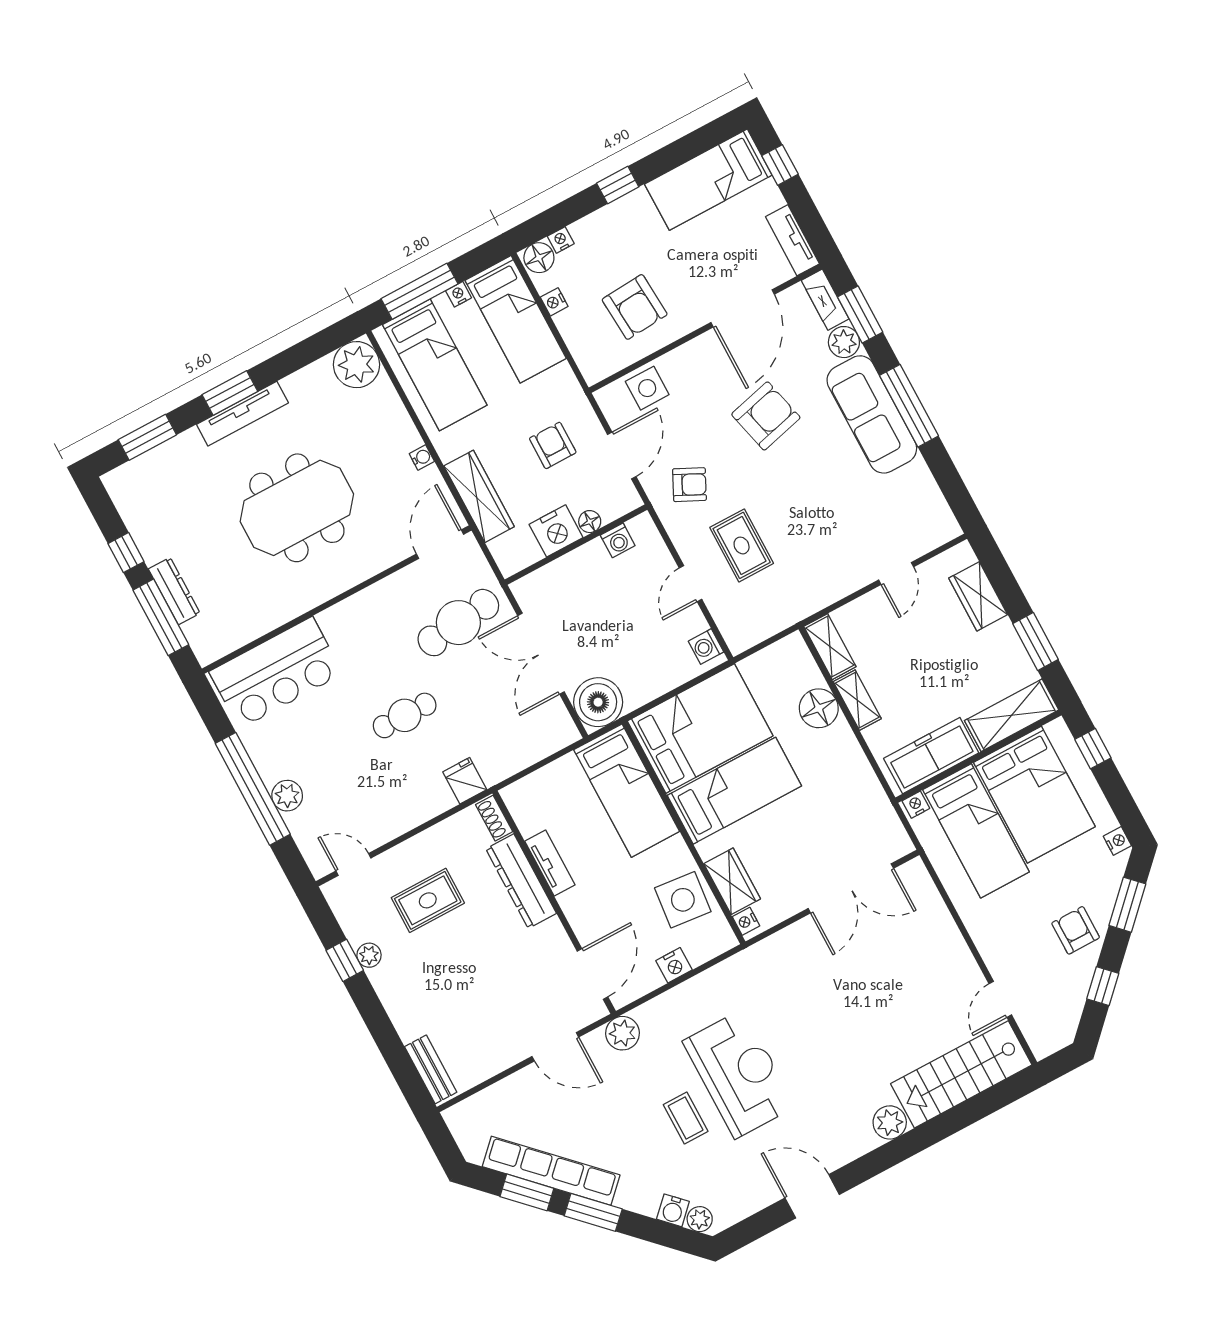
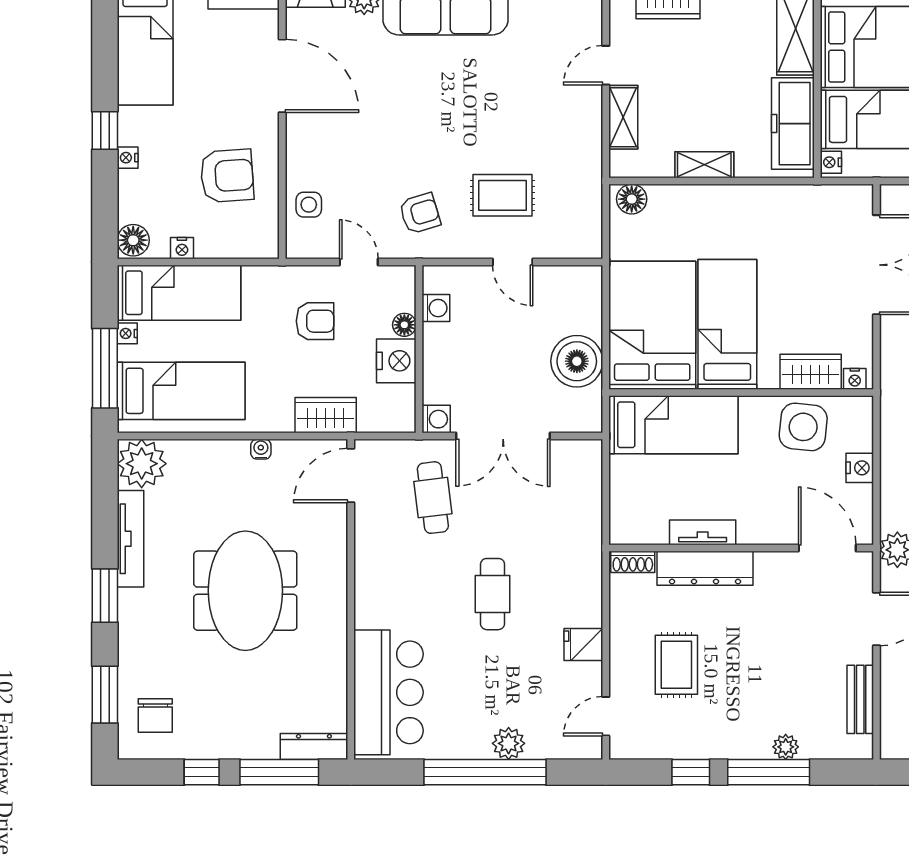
nightstand: (561, 240) -> (128, 158), moved
side table: (647, 388) -> (309, 205), width x0.73, depth x0.73
tv unit: (242, 414) -> (130, 539), moved
armchair: (766, 416) -> (394, 108), removed
armchair: (553, 445) -> (315, 321), turned 180
door: (622, 455) -> (359, 262), width x0.73
armchair: (689, 485) -> (420, 213), turned 47
chair: (152, 489) -> (155, 716), added
wardrobe: (479, 496) -> (326, 415), width x0.67
door: (440, 544) -> (351, 476), hinge flipped
door: (896, 573) -> (606, 65), swing flipped
dresser: (174, 591) -> (314, 747), moved
cafe table: (458, 623) -> (433, 498), width x0.73, depth x0.74
washing machine: (706, 647) -> (436, 419), moved, turned -90
shelving: (830, 647) -> (623, 117), moved, turned 90
boiler: (598, 702) -> (577, 361), moved
floor lamp: (819, 708) -> (632, 199), moved, width x0.73, depth x0.73
fridge: (465, 781) -> (583, 645), moved
plant: (369, 955) -> (786, 747), moved
window: (380, 1025) -> (769, 772), added
bench: (431, 1069) -> (860, 699), moved, turned 90

